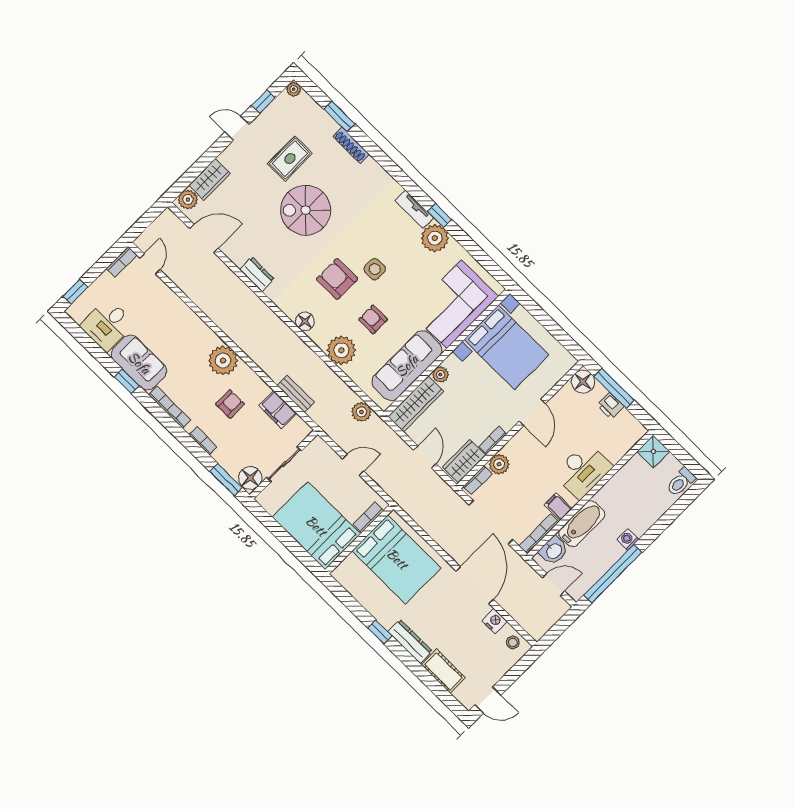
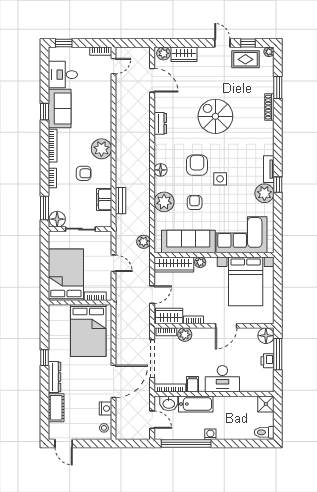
rug: (290, 159) -> (245, 59), moved

